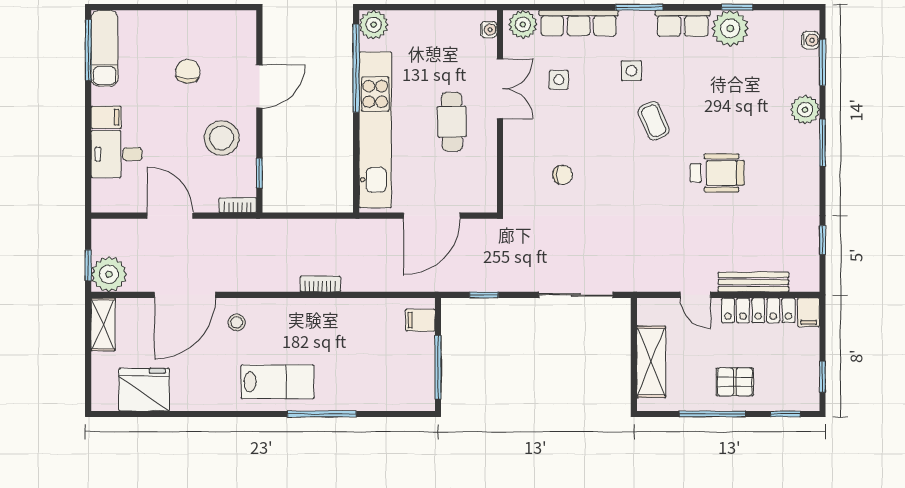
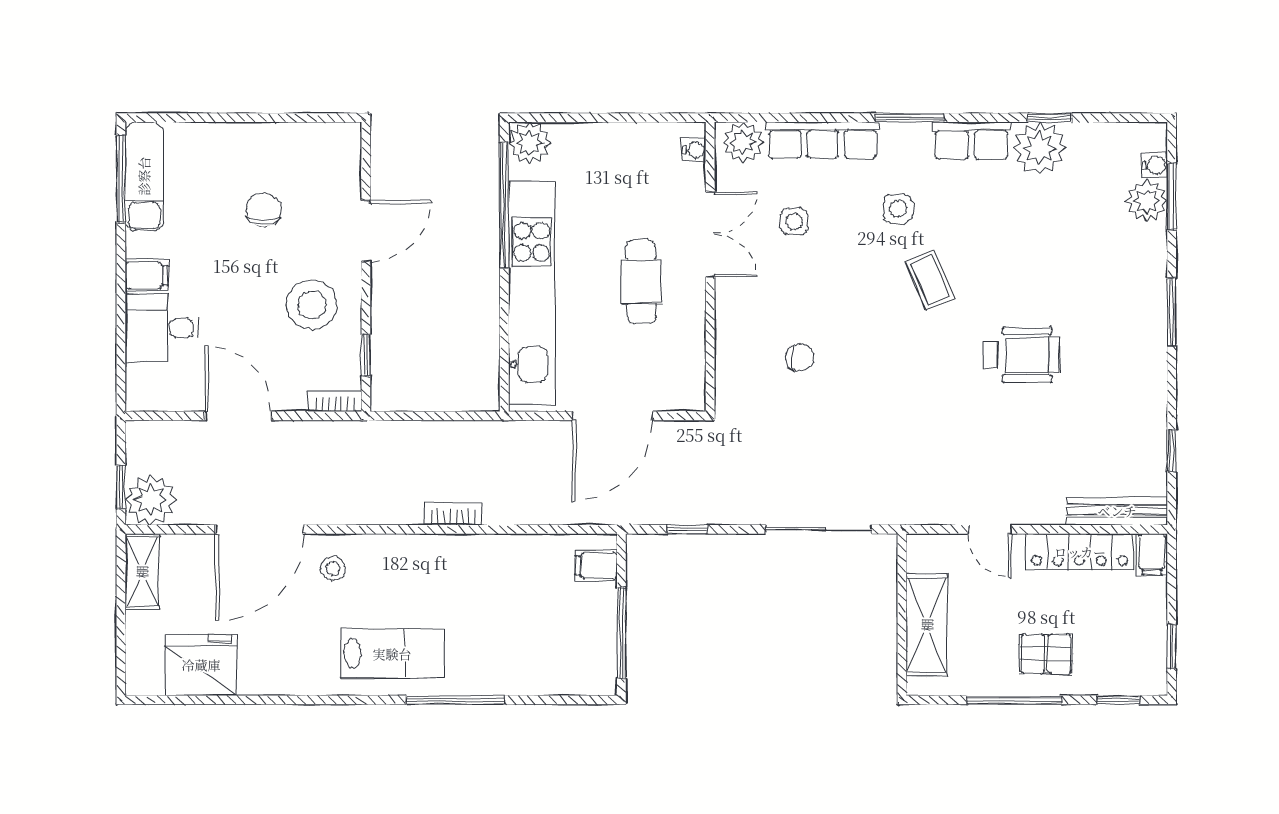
plant: (805, 110) -> (1147, 201), moved
bench: (753, 282) -> (1117, 511), moved

